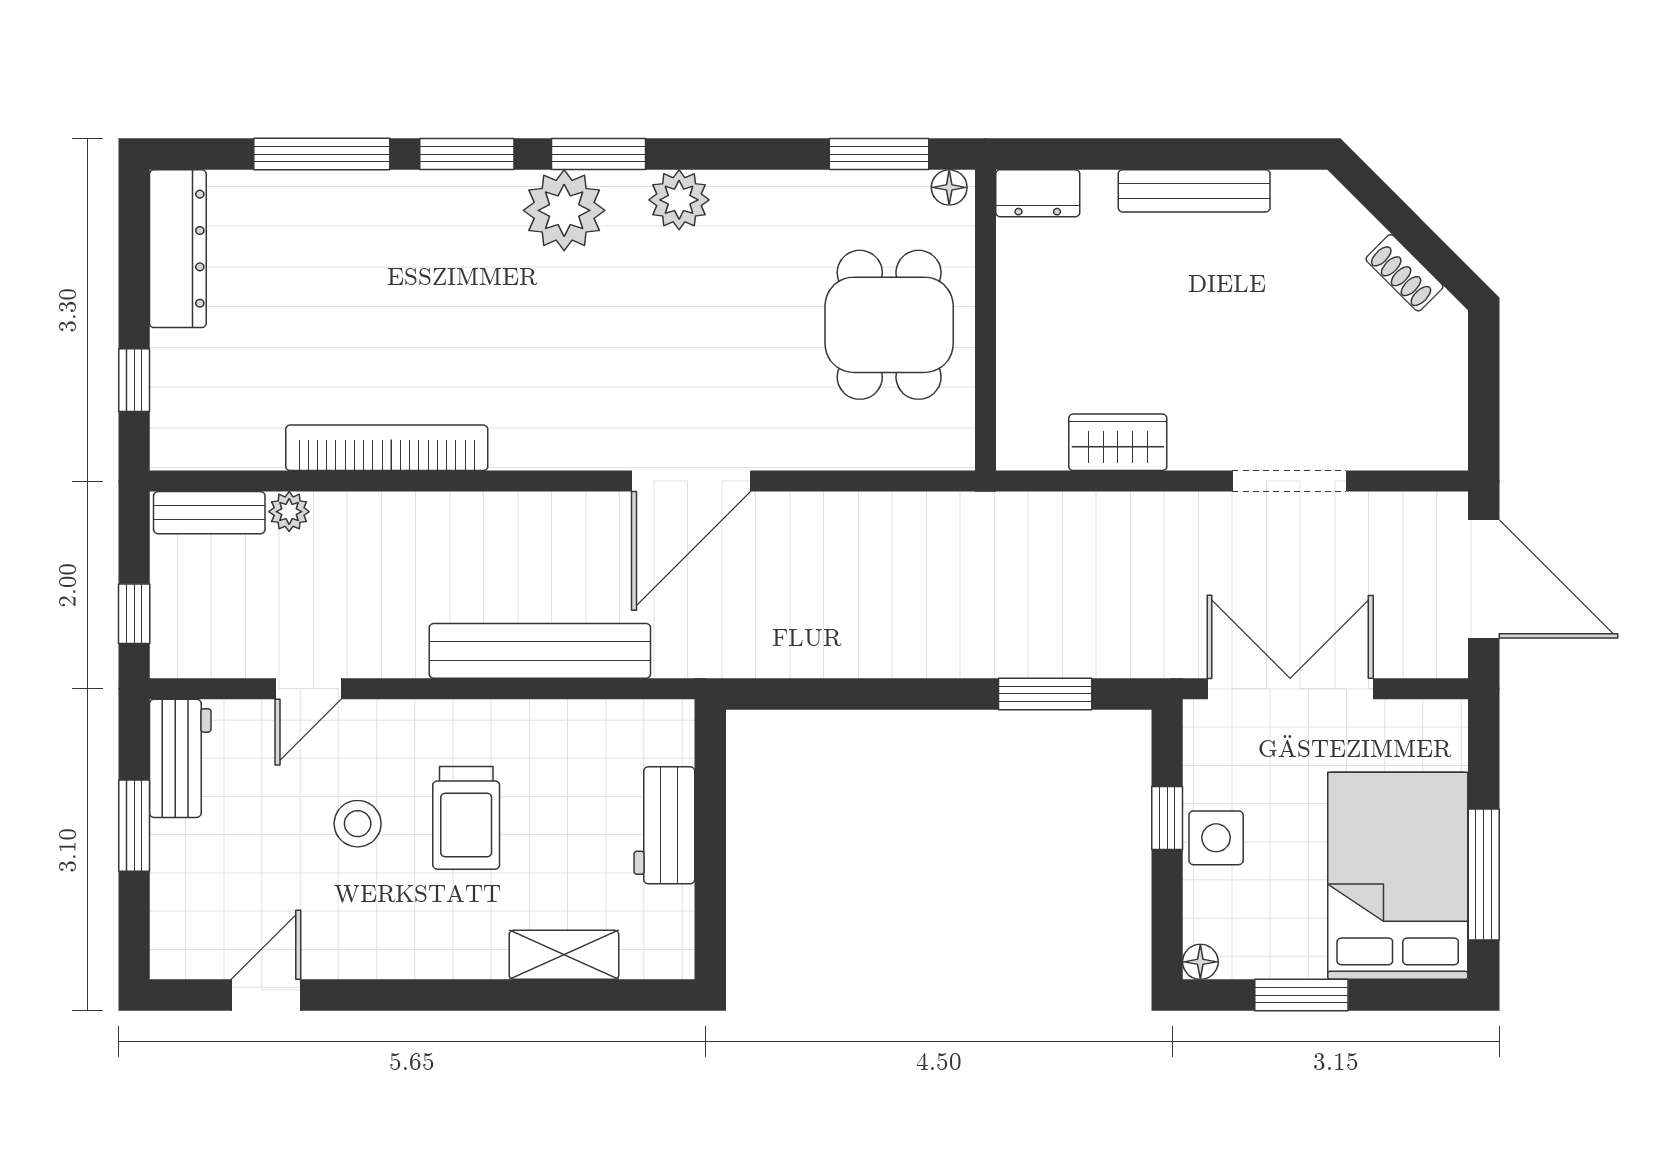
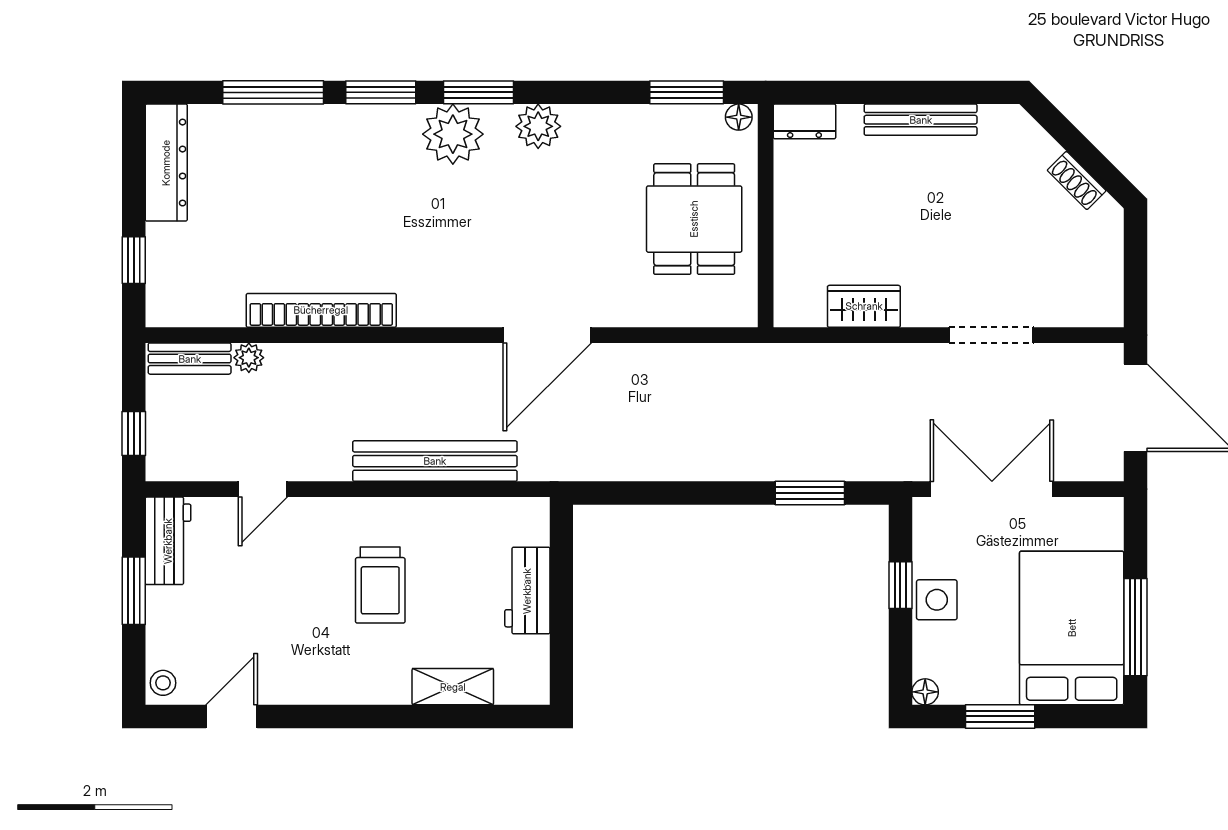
stool: (358, 824) -> (163, 683), moved, width x0.73, depth x0.73

